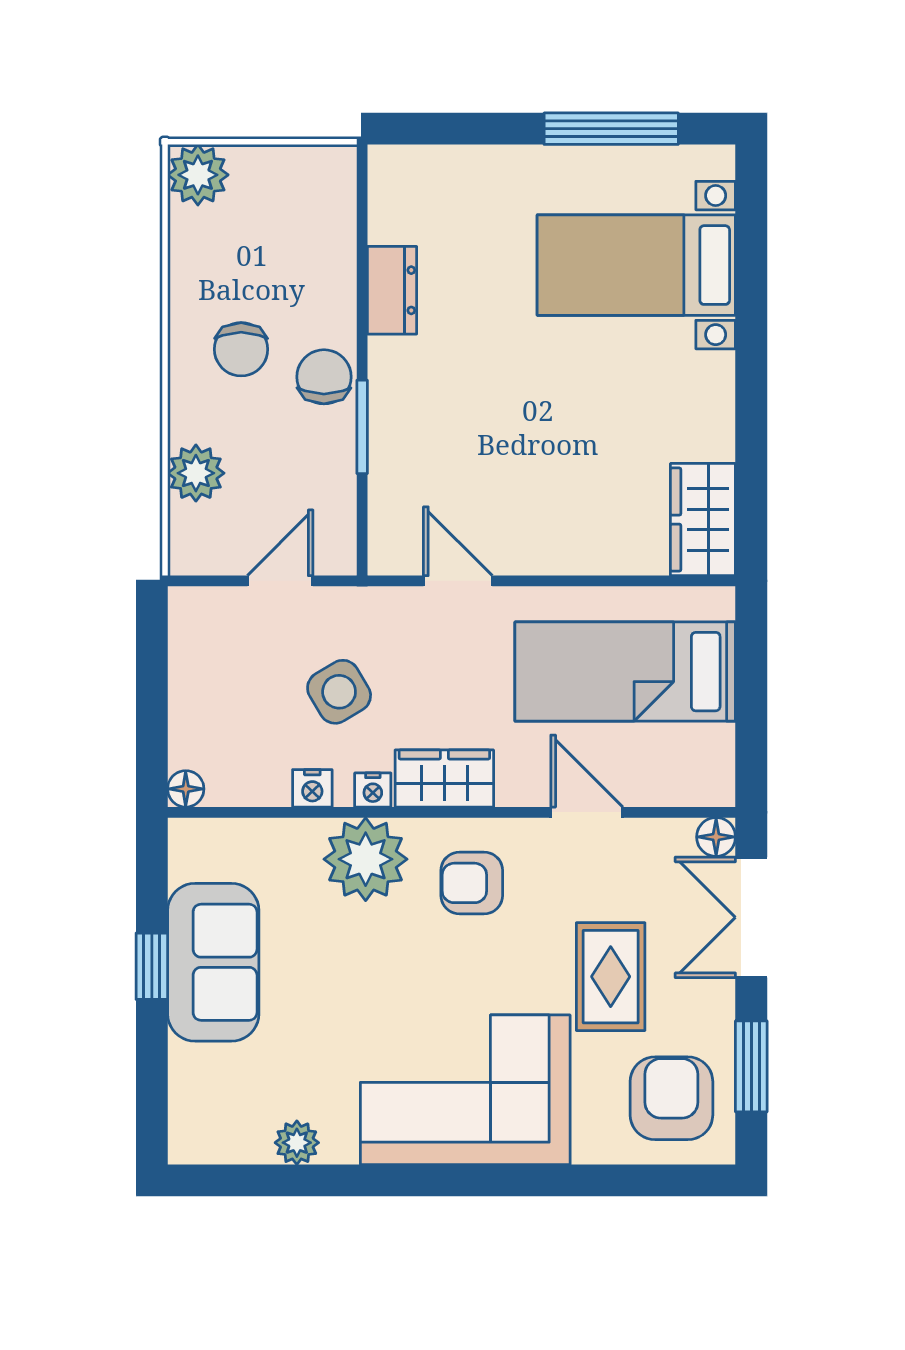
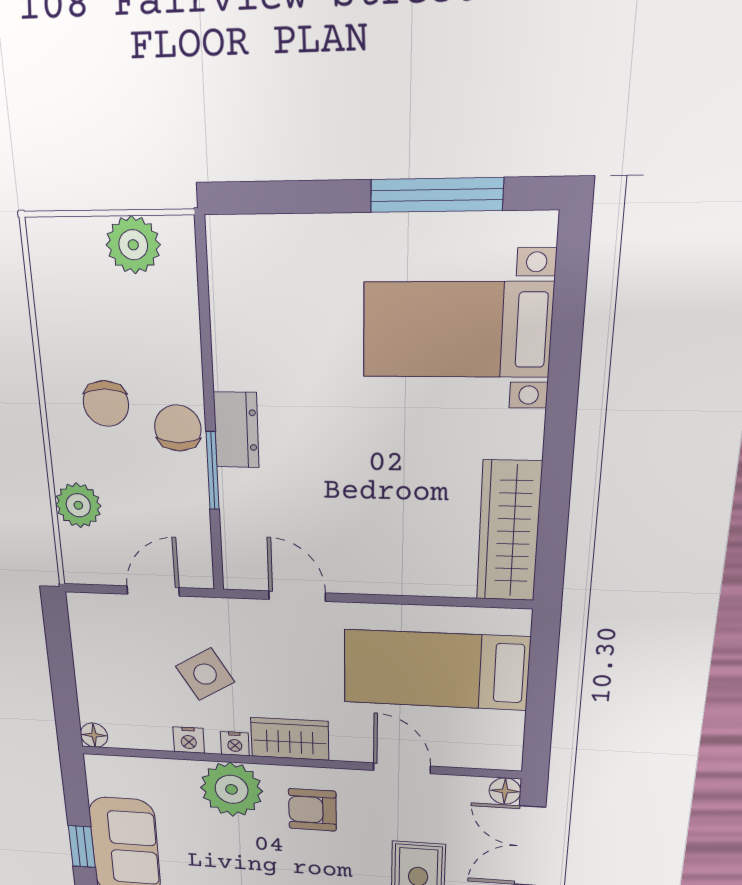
plant: (198, 175) -> (133, 245), moved
dresser: (392, 290) -> (236, 430), moved
wardrobe: (703, 520) -> (509, 531), width x1.50

